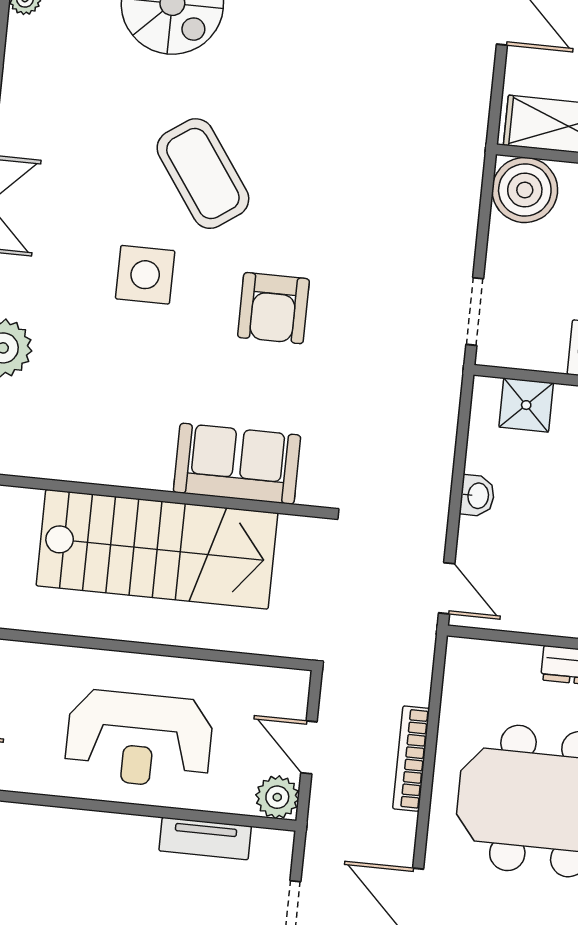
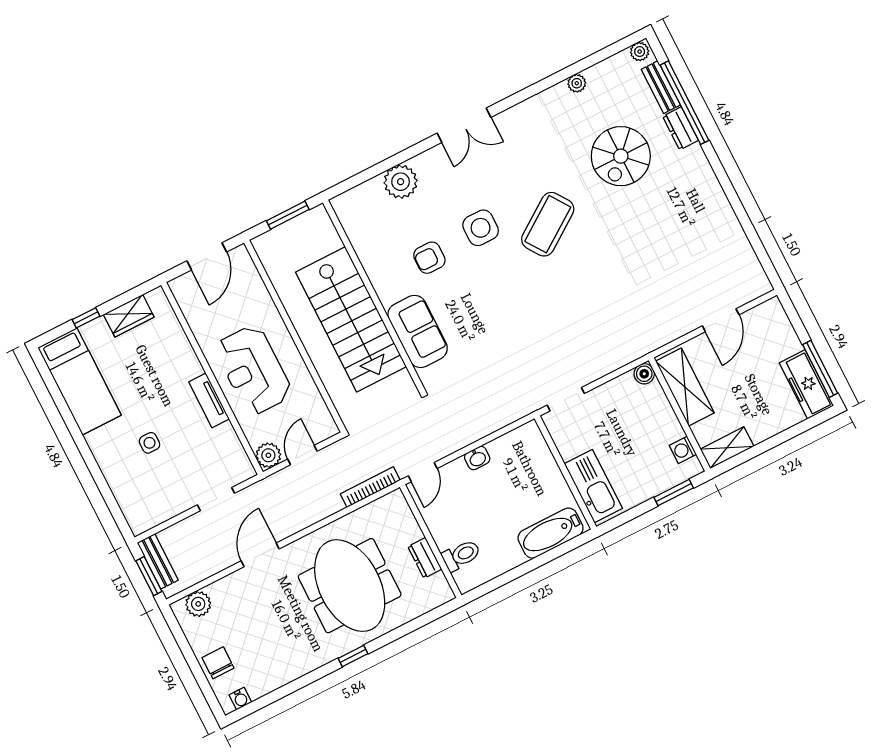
boiler: (525, 190) -> (644, 374), width x0.54, depth x0.54
armchair: (273, 308) -> (429, 258), moved, width x0.72, depth x0.72
shower: (526, 405) -> (536, 453), removed
bookcase: (411, 759) -> (370, 487), moved
tv unit: (205, 838) -> (209, 400), moved

